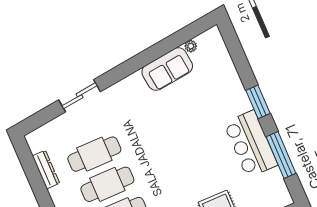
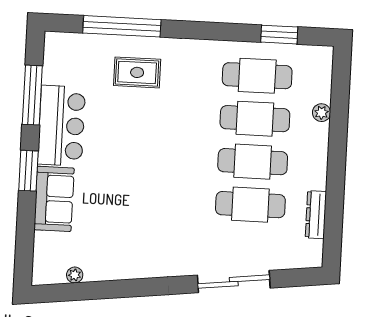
sofa: (167, 69) -> (54, 199), moved, turned 97
sliding door: (80, 96) -> (234, 282), width x1.37

